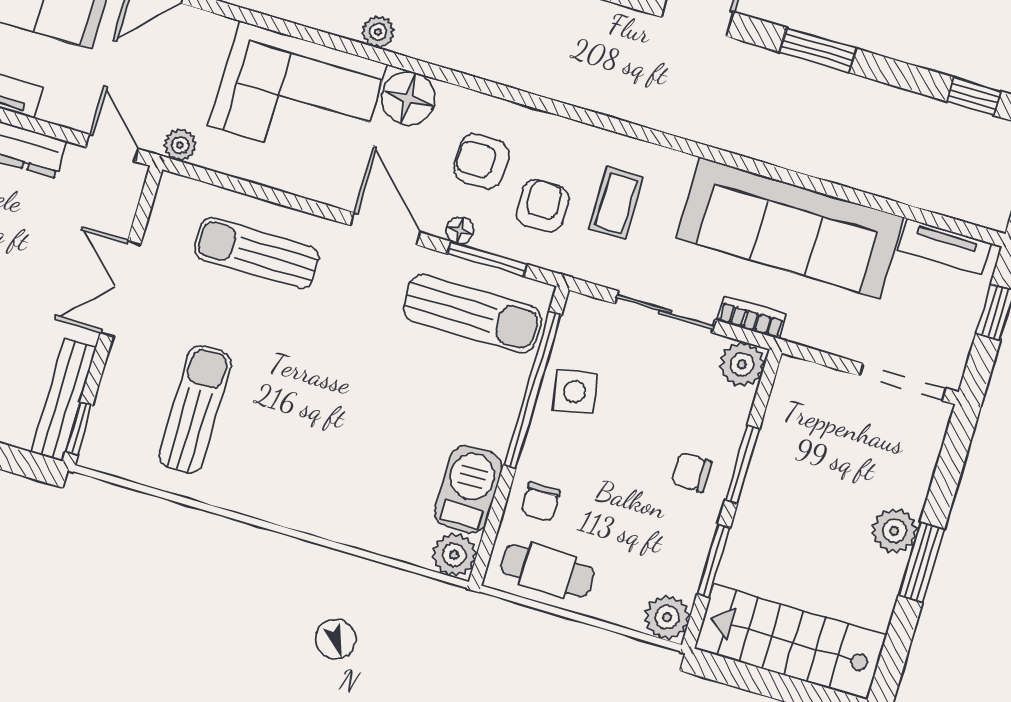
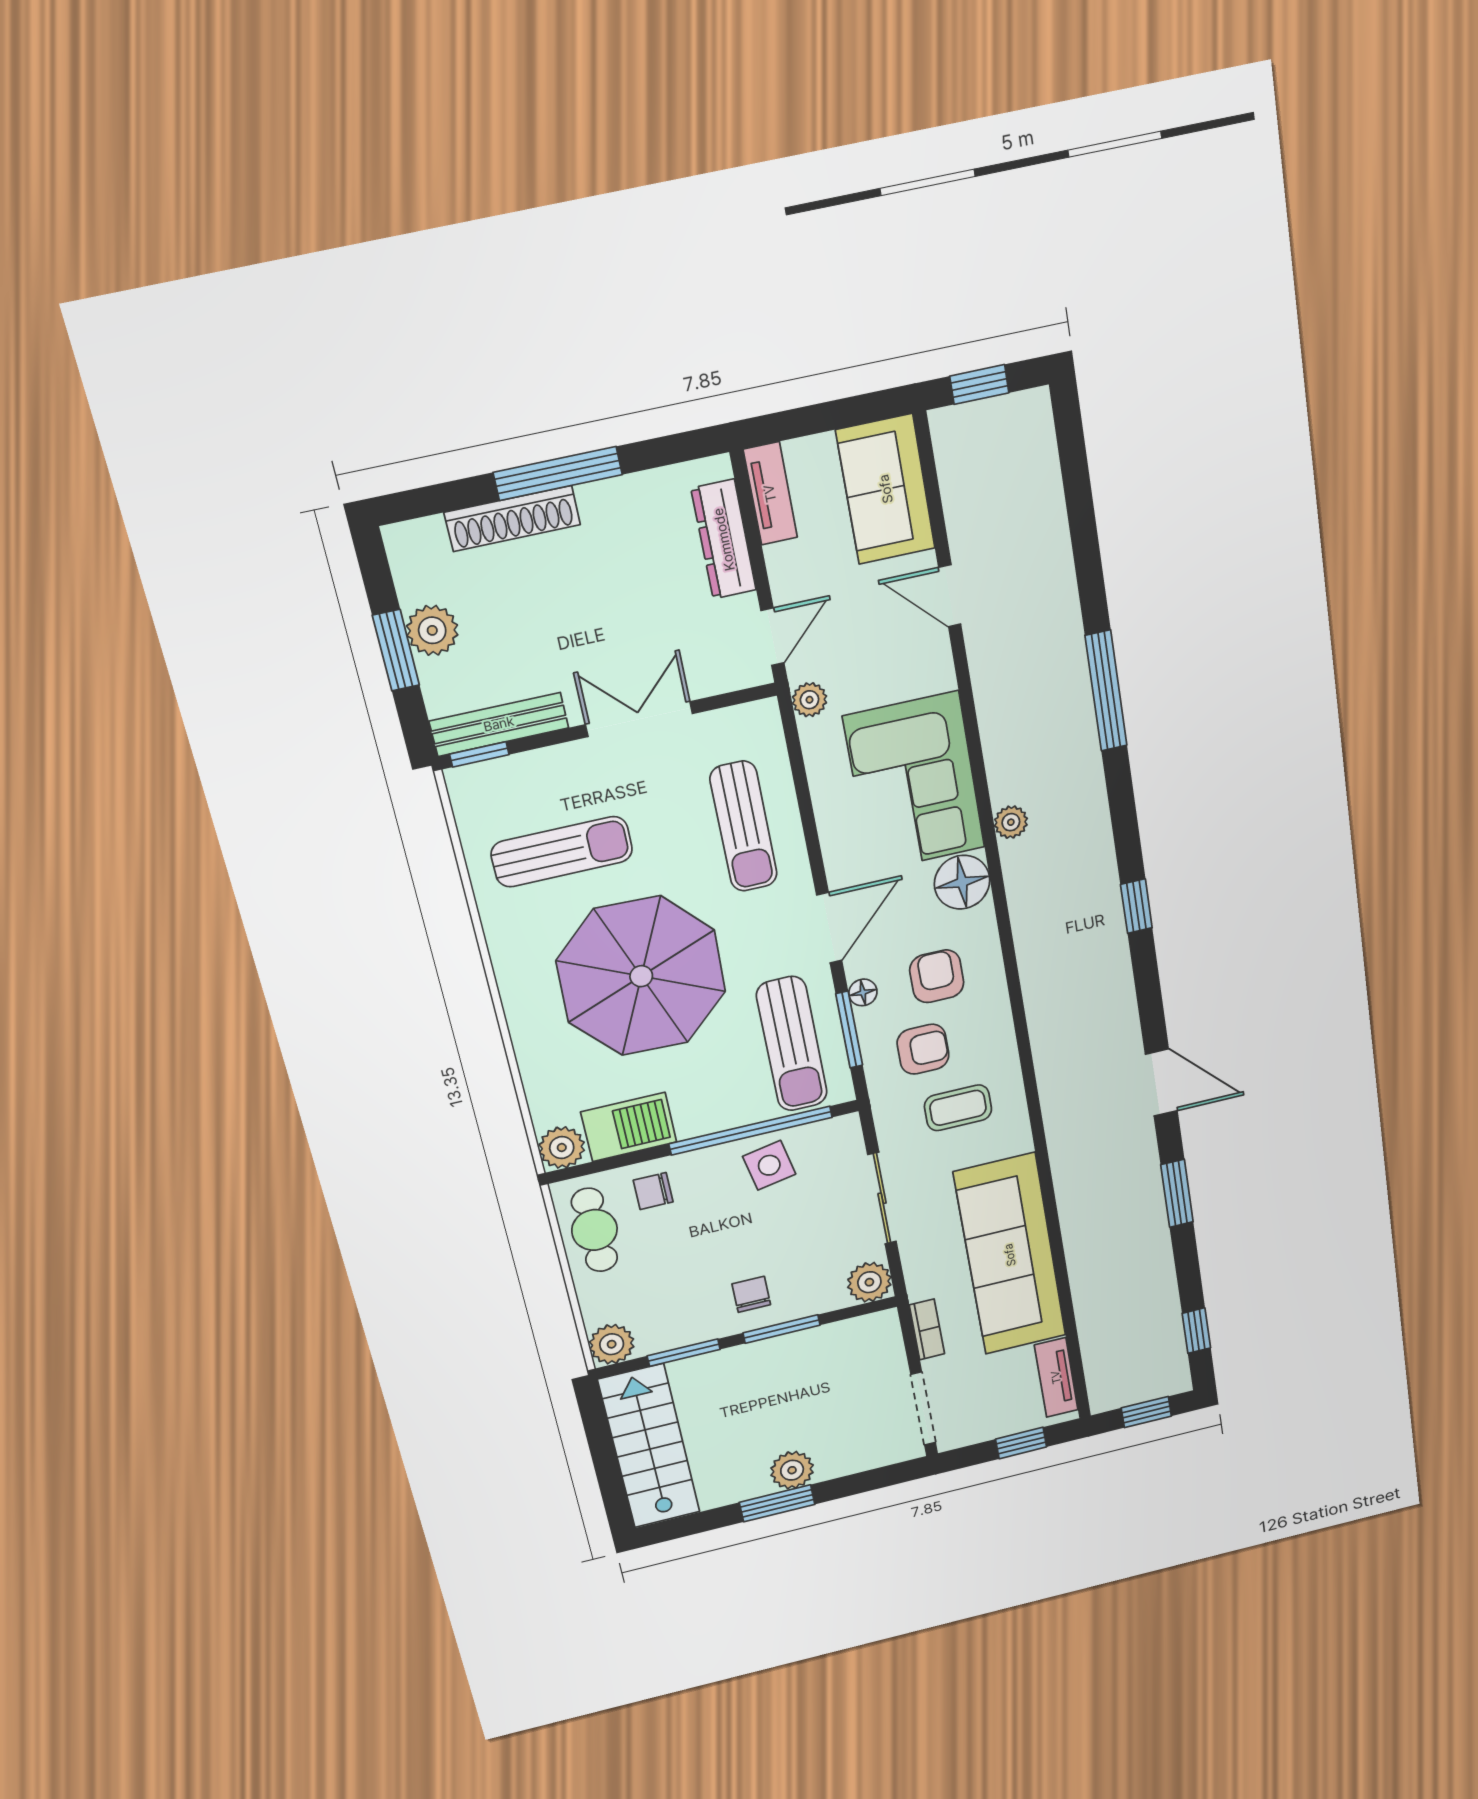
sun lounger: (257, 253) -> (744, 826), turned 180
bookcase: (752, 317) -> (927, 1329), moved
parasol: (339, 405) -> (641, 976), added

